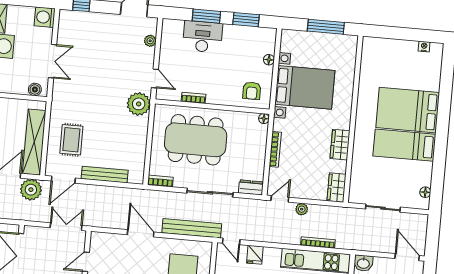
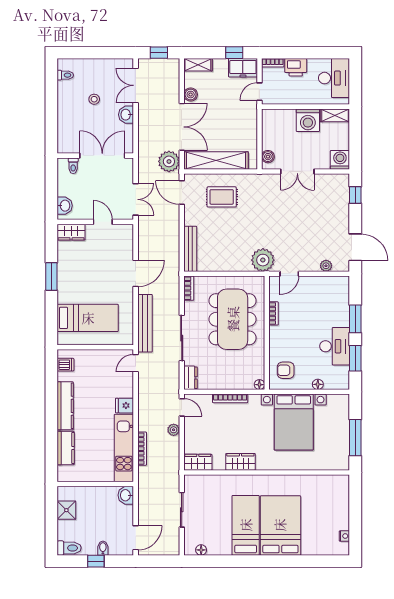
desk: (203, 37) -> (335, 346), moved
bench: (105, 175) -> (190, 249), moved
fridge: (255, 255) -> (125, 406), moved

